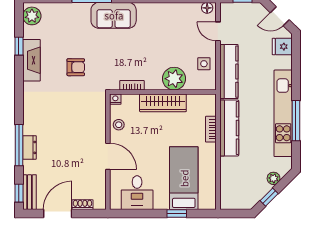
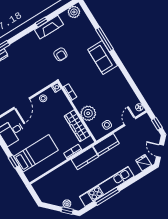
window: (19, 46) -> (42, 22), moved
kitchen counter: (229, 72) -> (106, 145), width x0.67
wardrobe: (163, 103) -> (77, 126), moved
kitchen counter: (229, 128) -> (85, 158), width x0.67
window: (269, 197) -> (67, 211), moved

